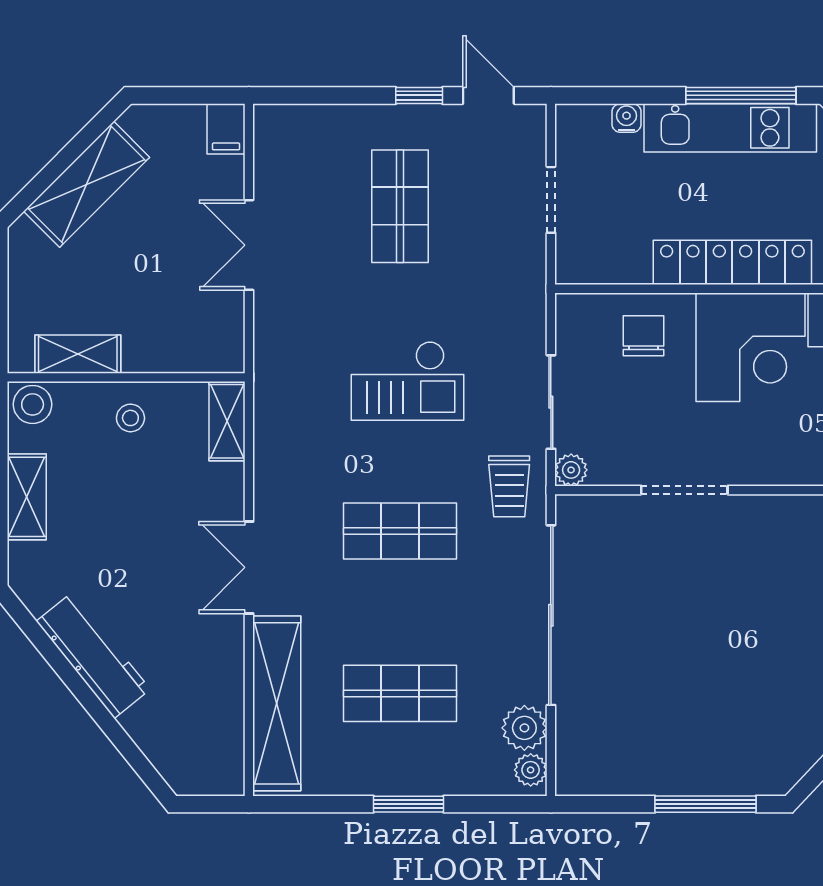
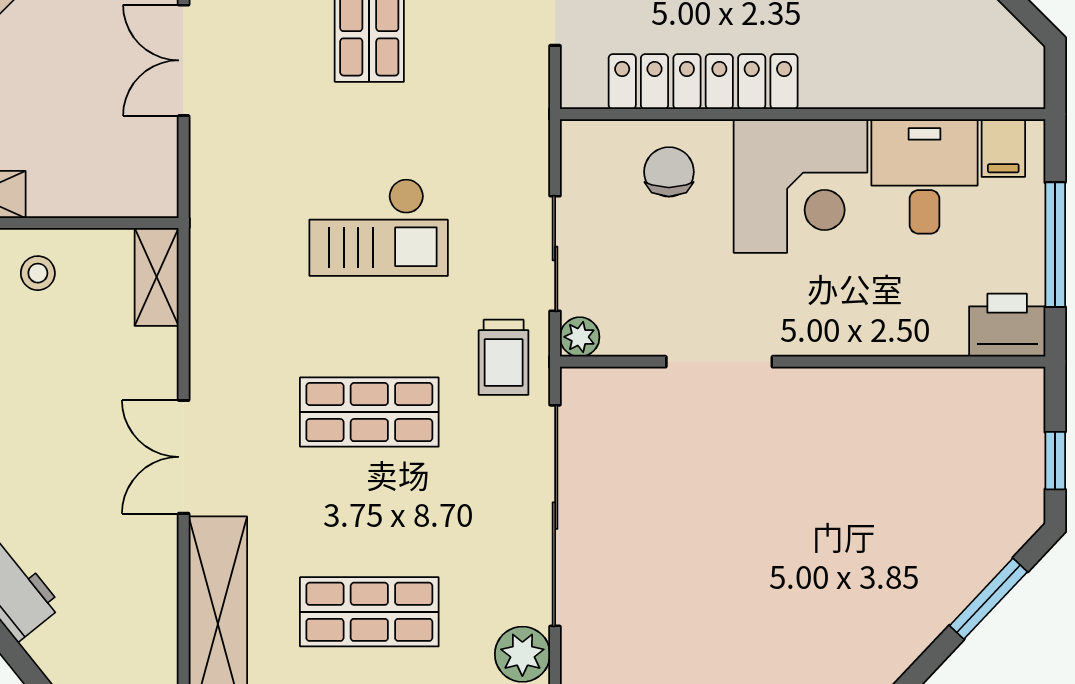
locker: (732, 262) -> (703, 82), moved

